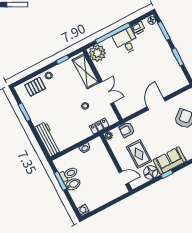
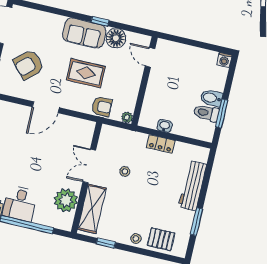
plant: (97, 53) -> (66, 200), moved
locker: (99, 126) -> (161, 144), moved
workbench: (48, 139) -> (193, 186), moved
rug: (139, 154) -> (86, 73), moved, turned 90

